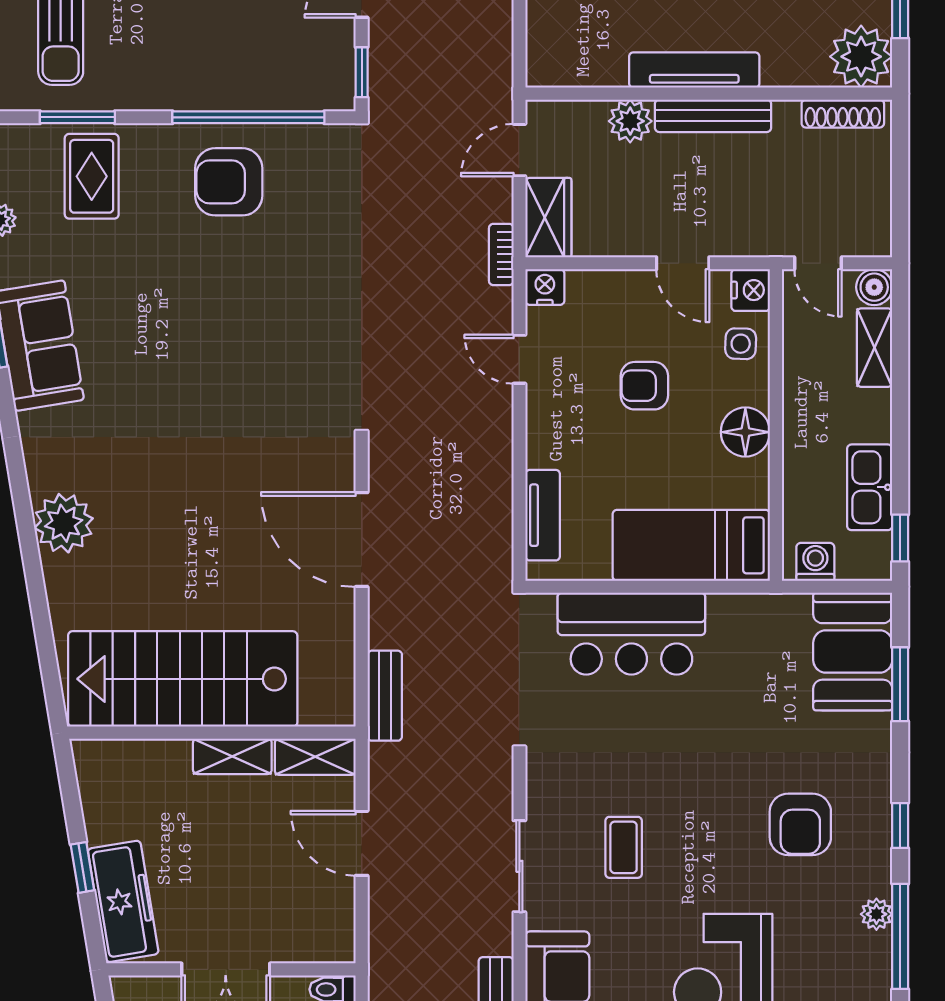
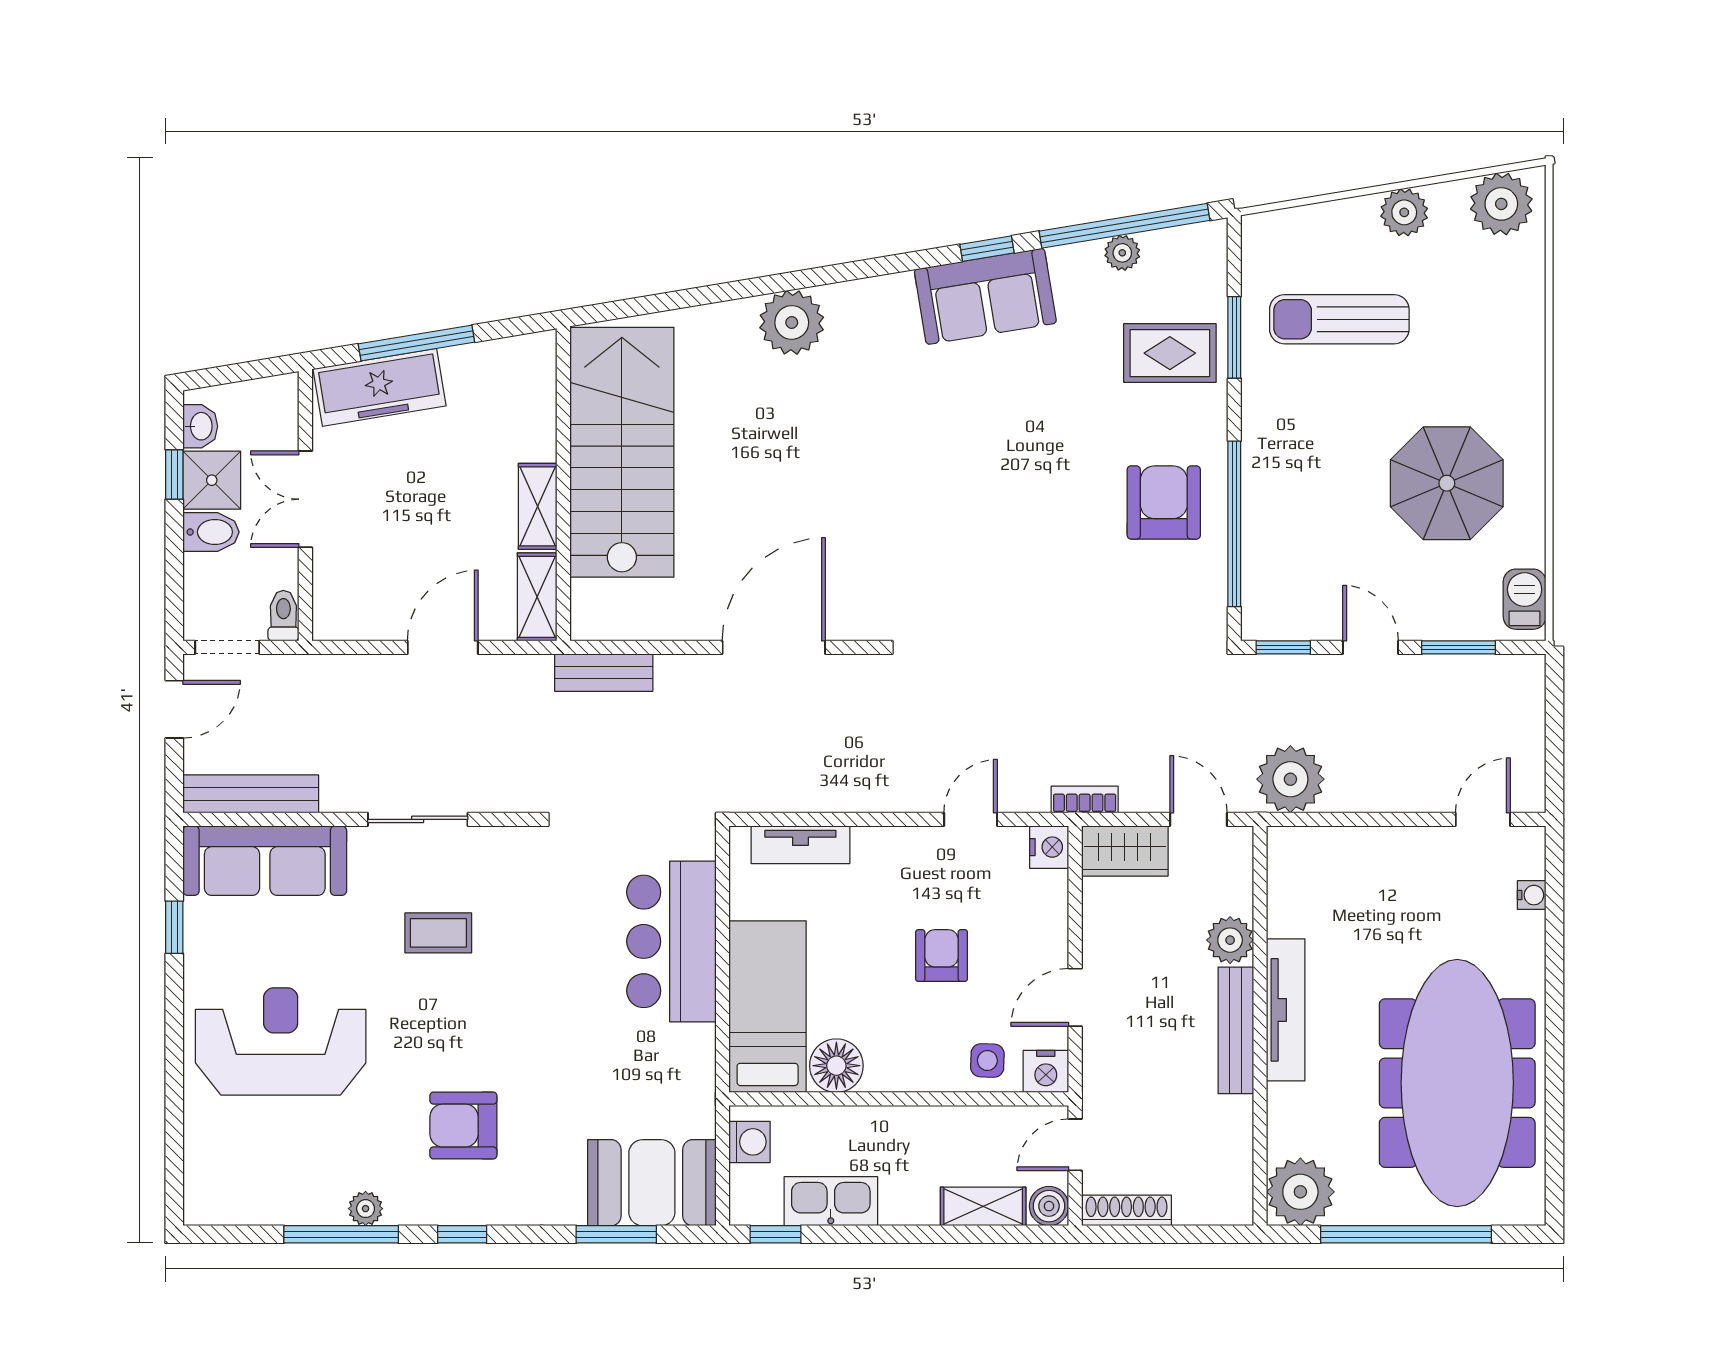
plant: (483, 66) -> (1290, 779), added
shoe rack: (843, 114) -> (1127, 1210), moved, turned 90
floor lamp: (745, 432) -> (836, 1066), moved
window: (82, 867) -> (416, 343), width x2.17

